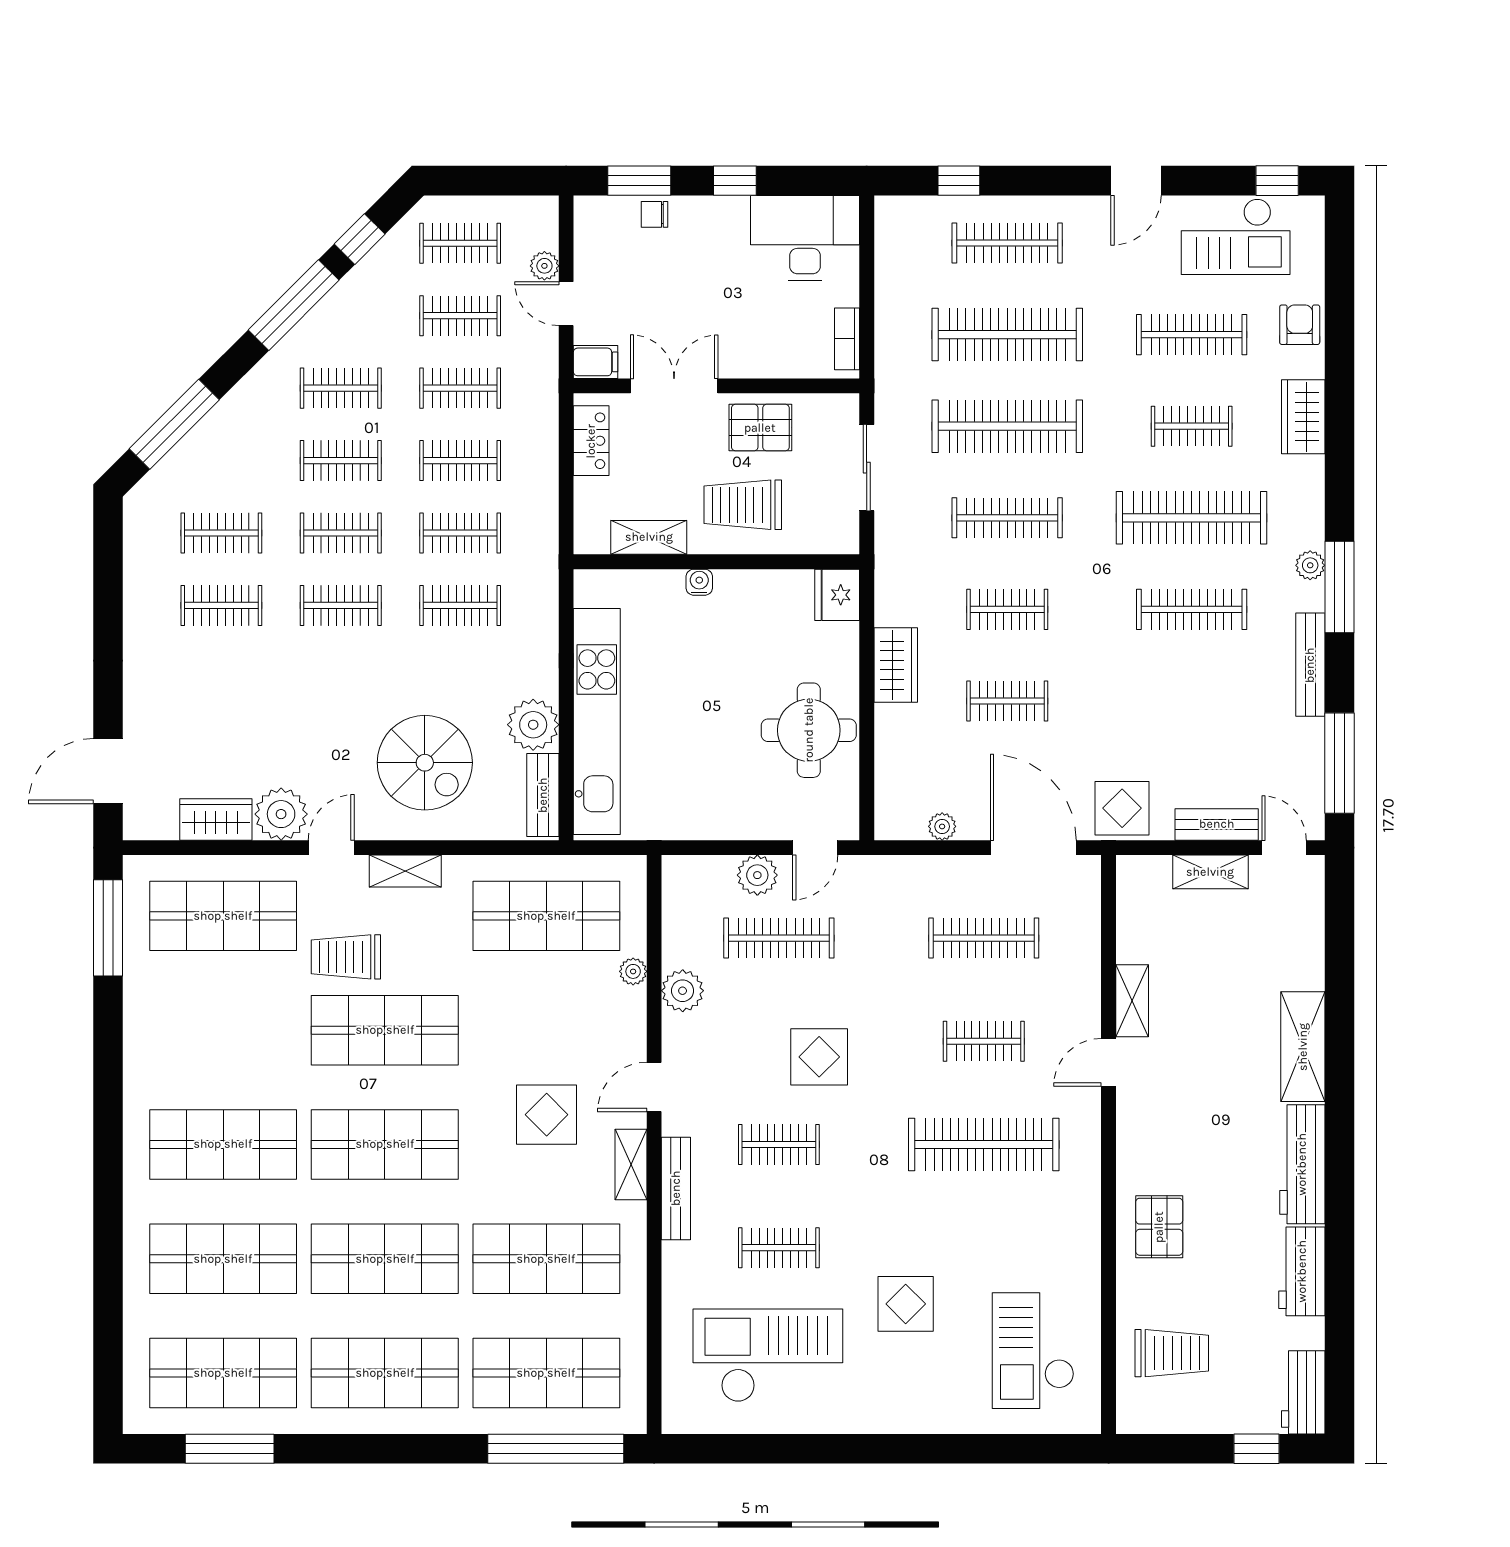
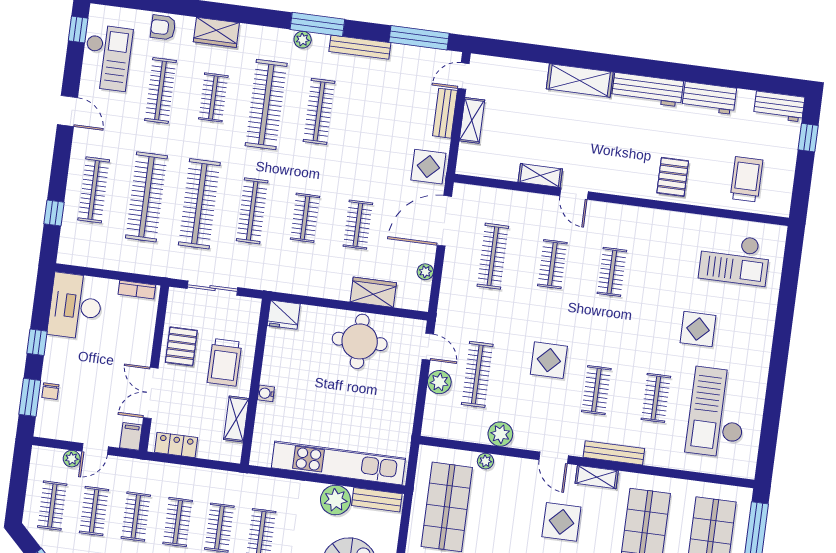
wardrobe: (896, 665) -> (373, 292), moved
clothes rail: (984, 1144) -> (612, 272), width x0.54, depth x0.76
pallet: (1159, 1227) -> (673, 177), turned 90

